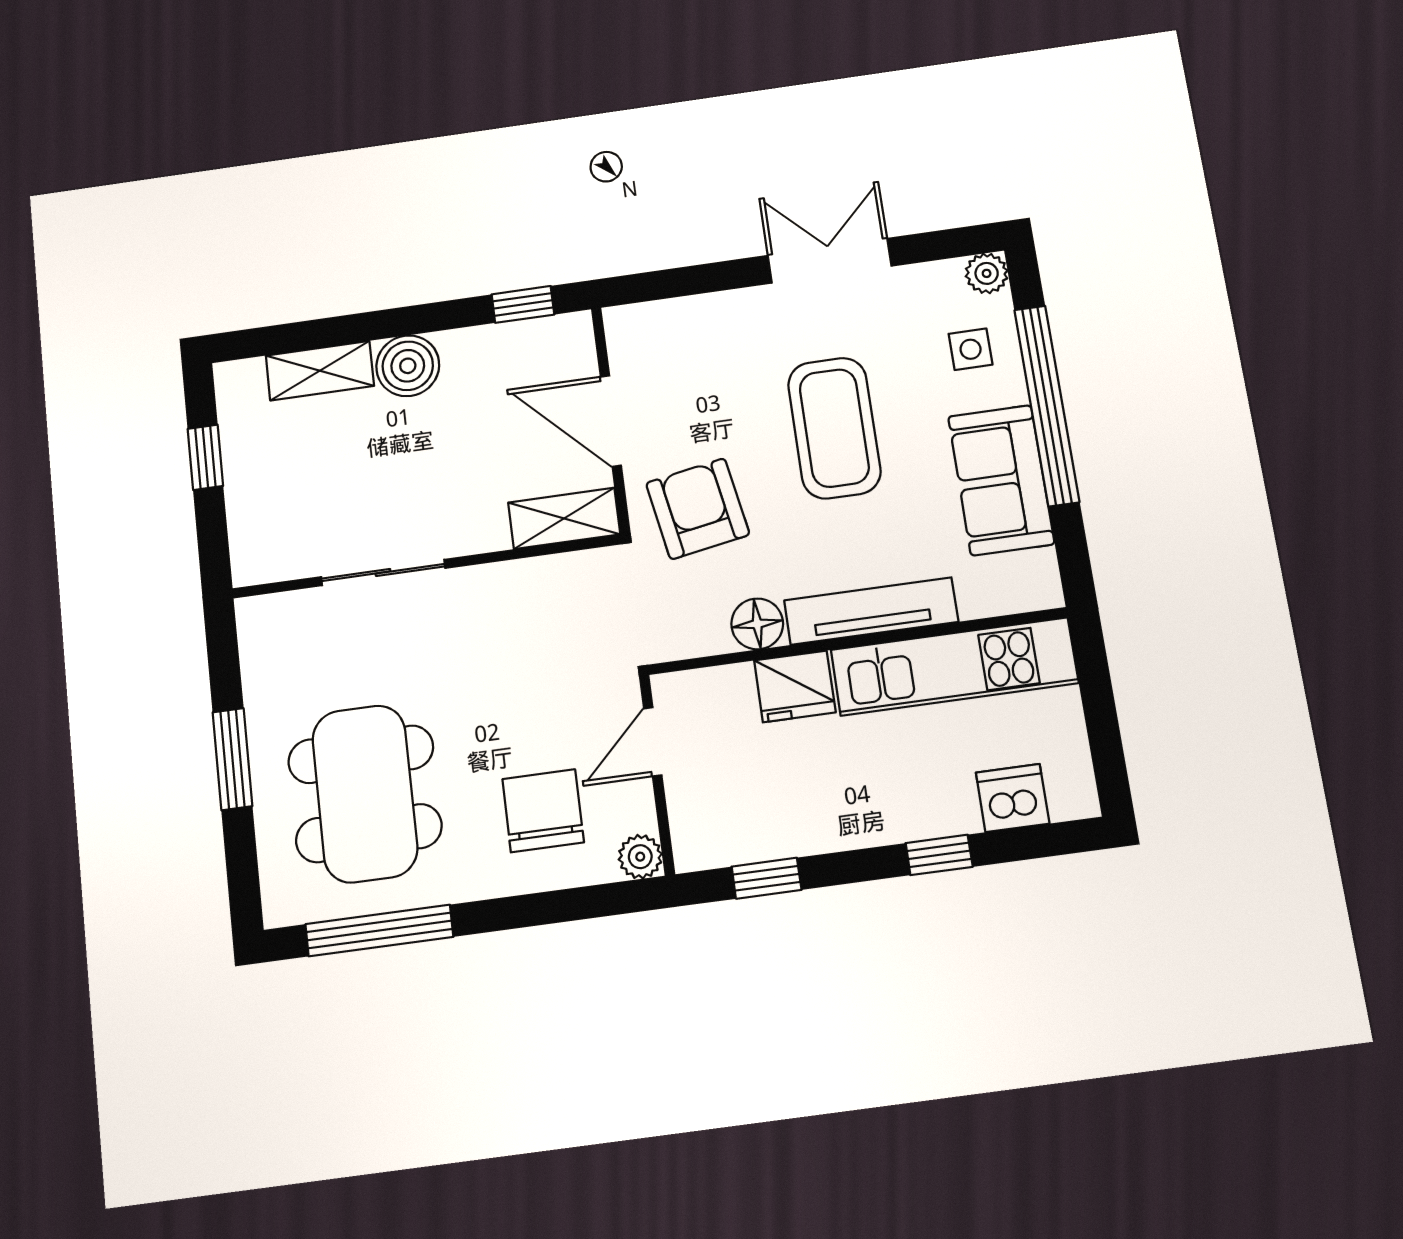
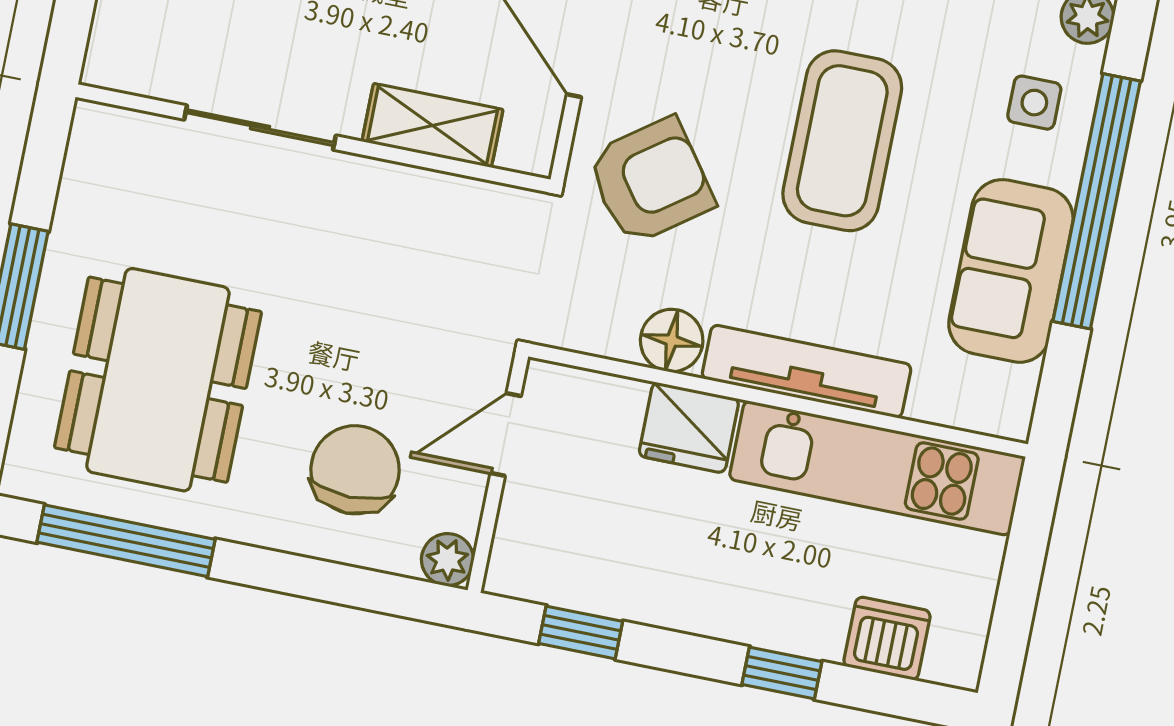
armchair: (698, 509) -> (650, 181), turned 64
shelving: (564, 518) -> (432, 126), moved

